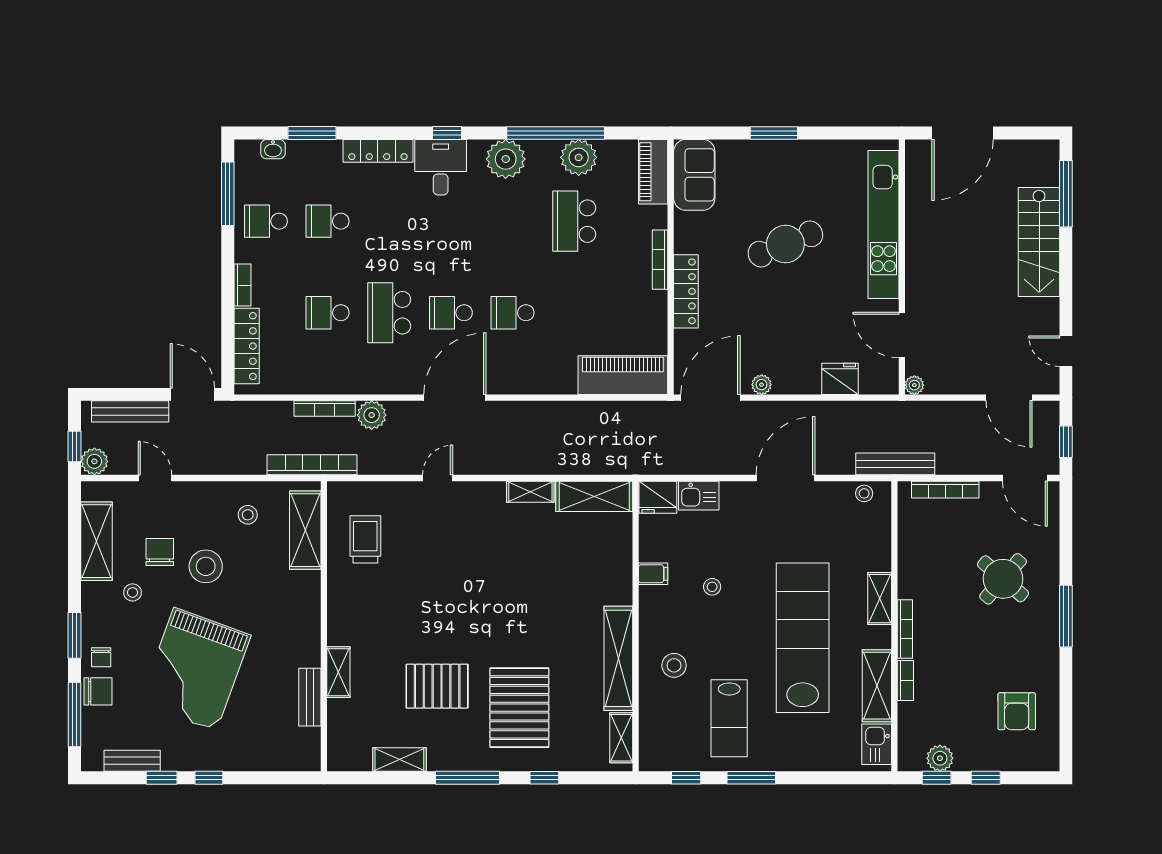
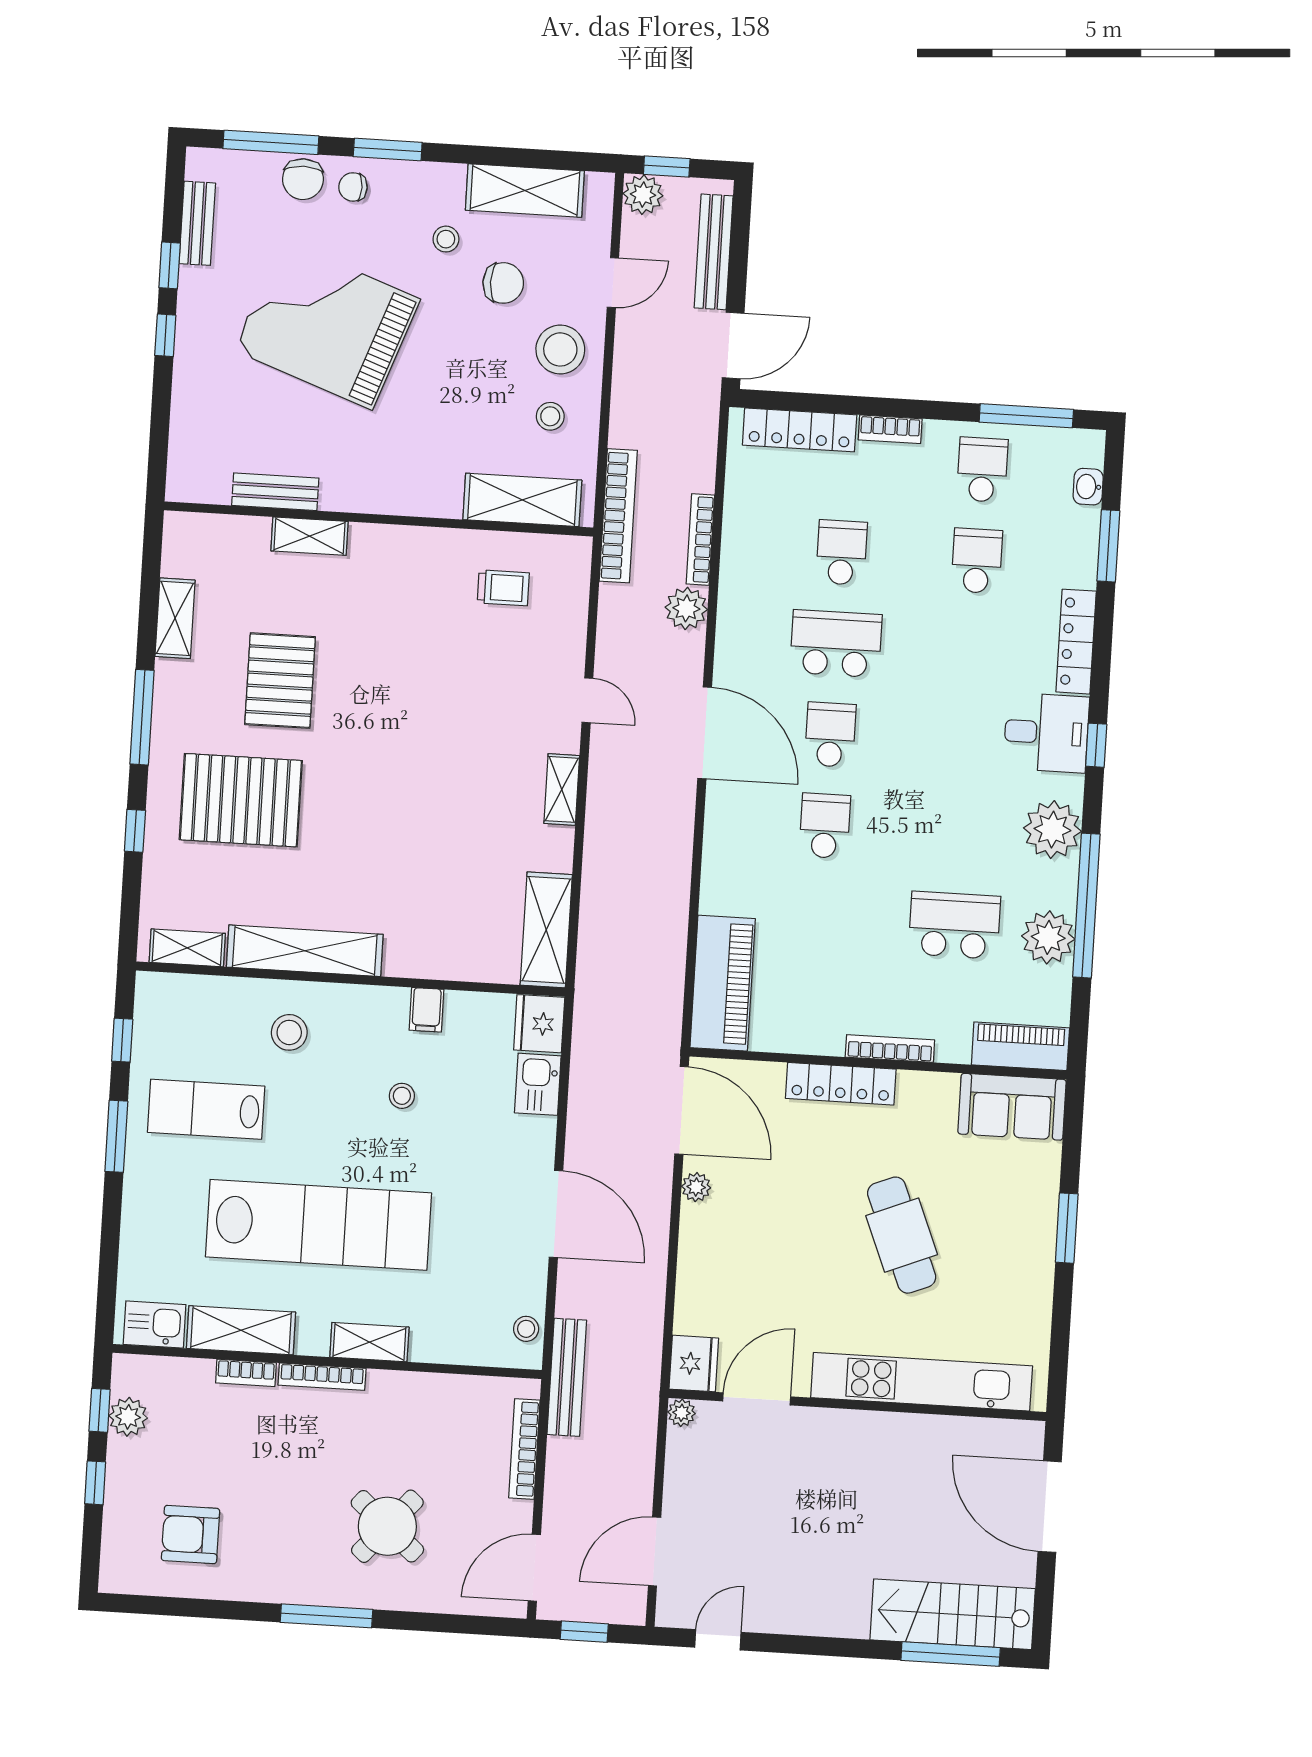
stairs: (1039, 242) -> (953, 1614), moved
fridge: (840, 379) -> (694, 1364), moved
shelving: (530, 492) -> (562, 789), moved
trolley: (365, 539) -> (503, 588), width x0.73, depth x0.72
stool: (206, 566) -> (560, 349), moved

